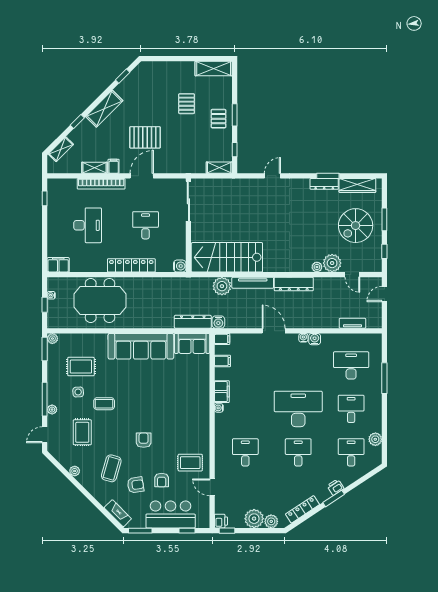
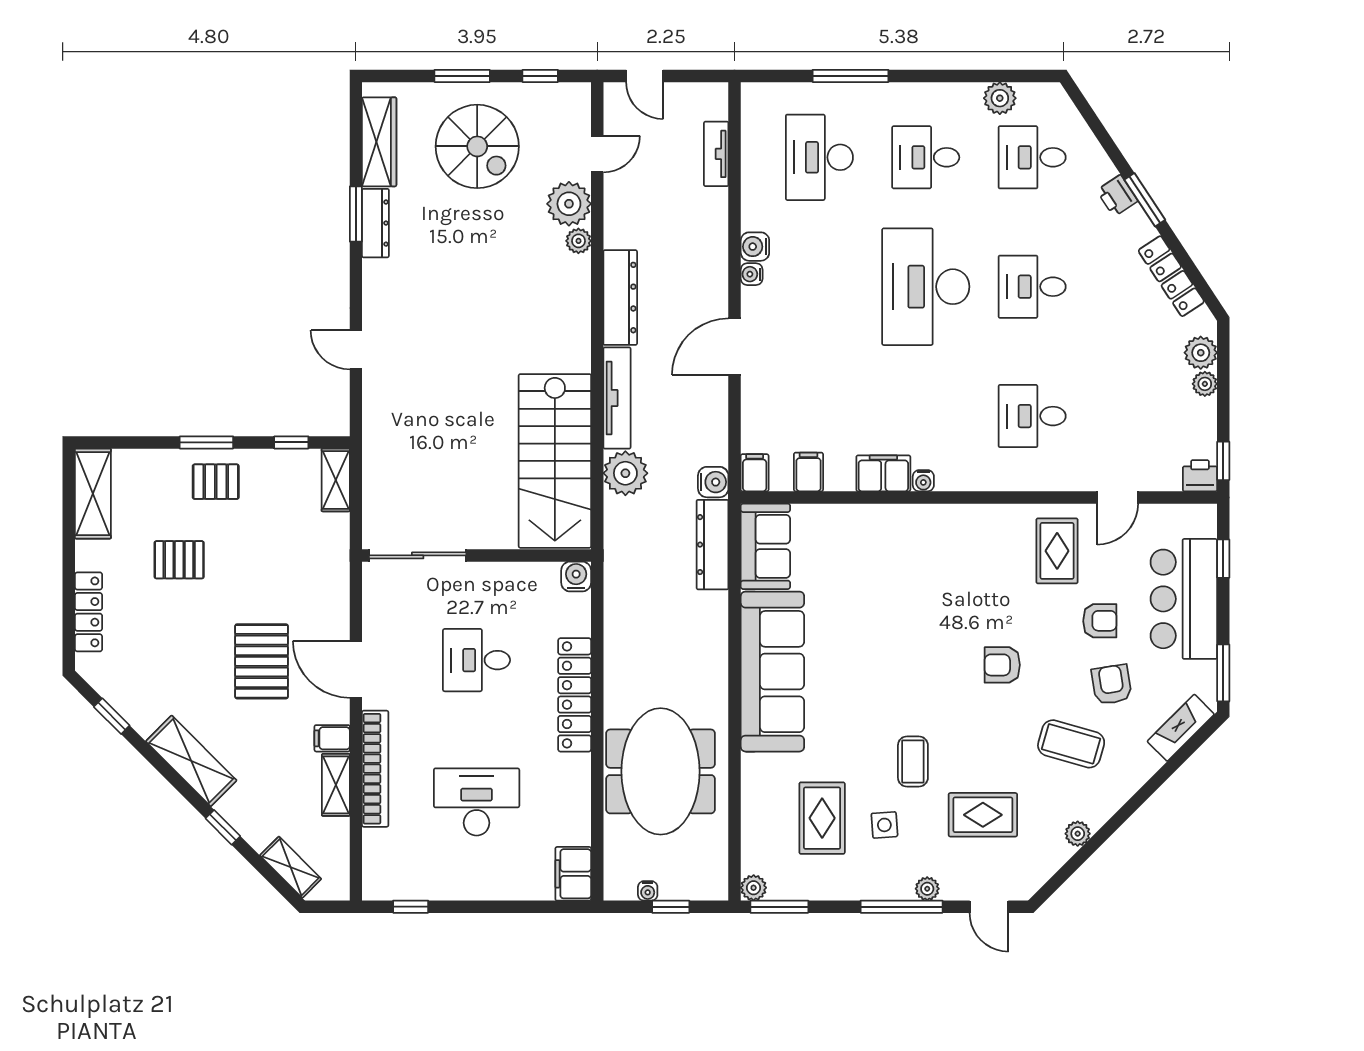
locker: (165, 67) -> (89, 612), added
plant: (254, 519) -> (1205, 384), width x0.53, depth x0.53

